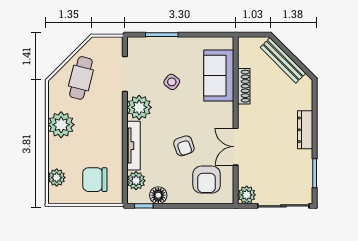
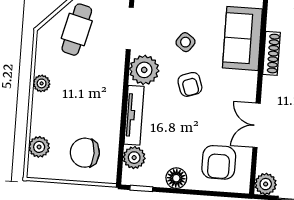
plant: (61, 125) -> (42, 83), width x0.53, depth x0.53
armchair: (184, 146) -> (190, 84), moved
floor lamp: (158, 195) -> (176, 178), moved

